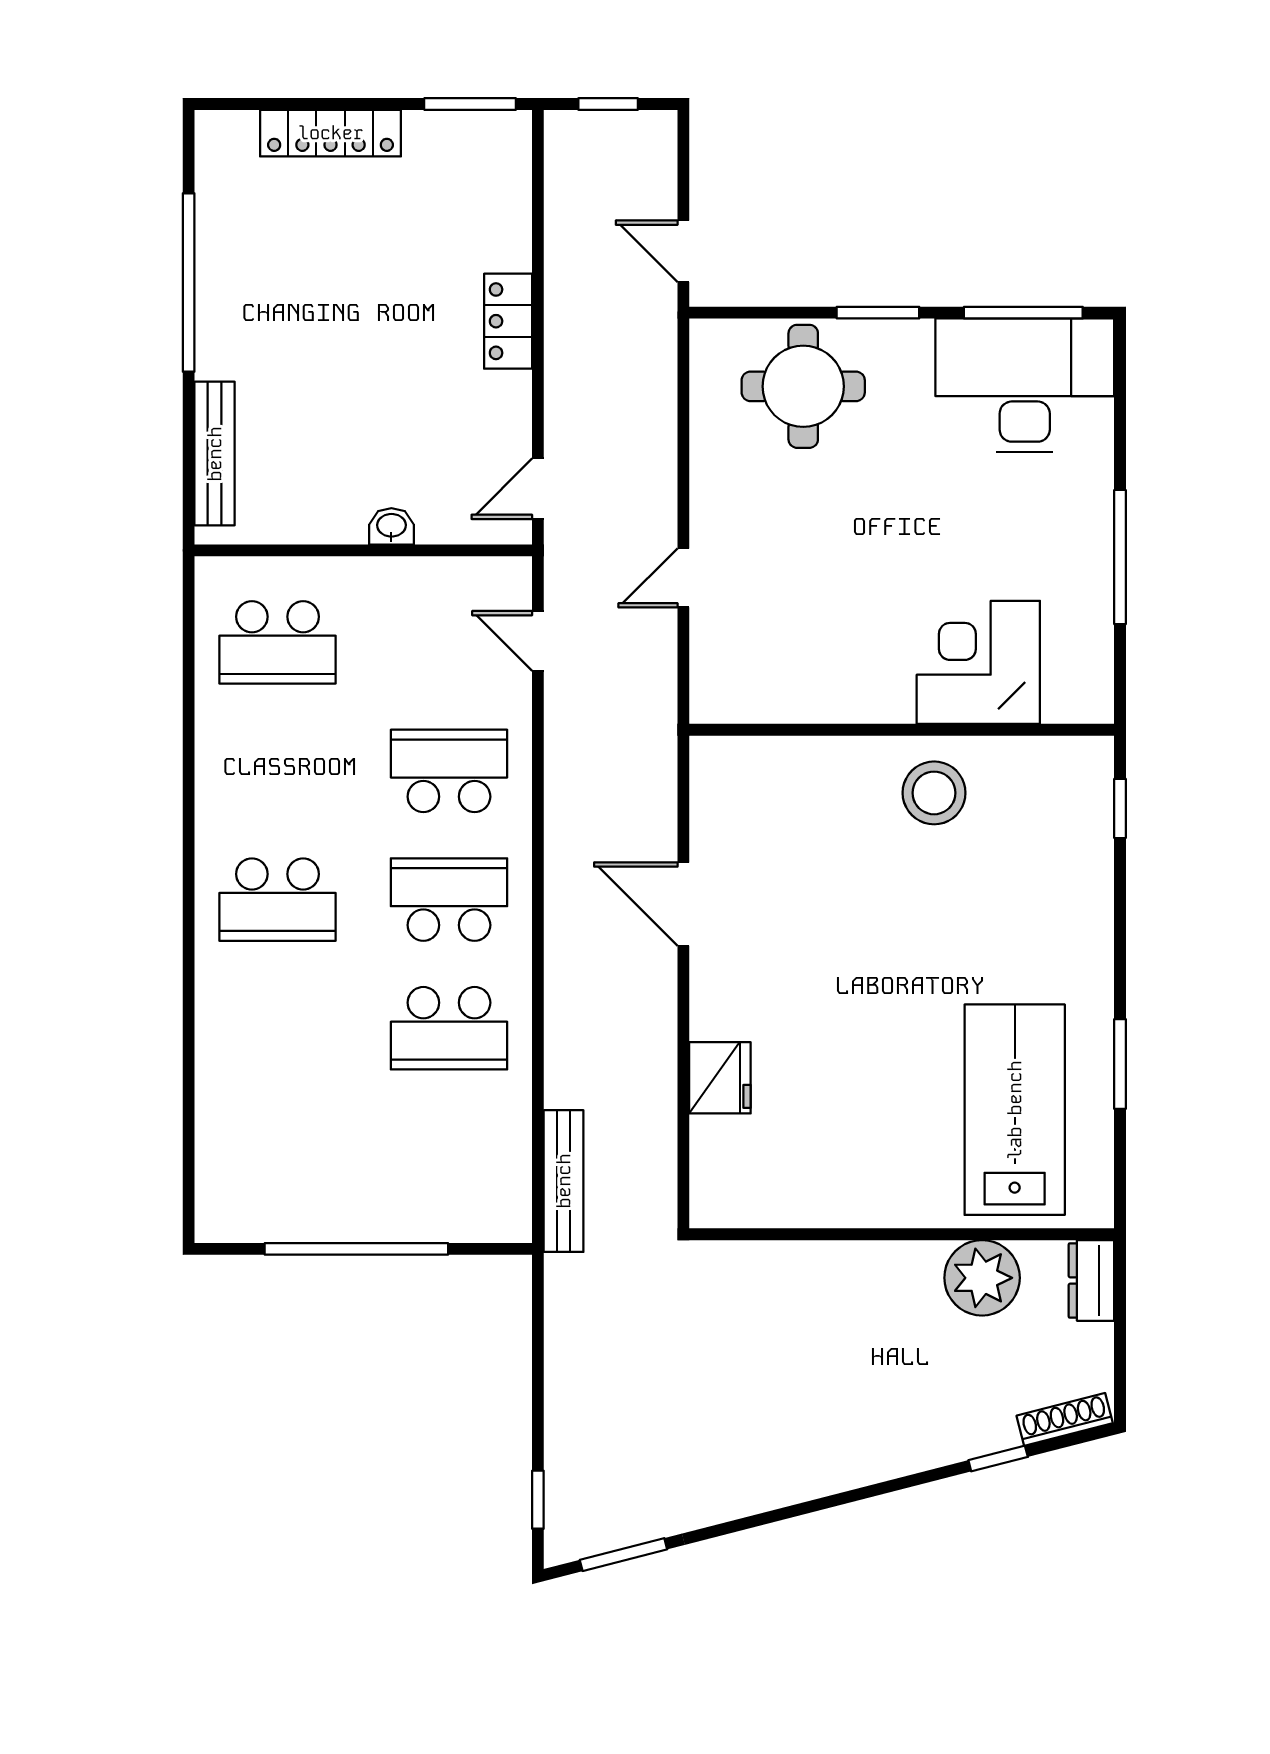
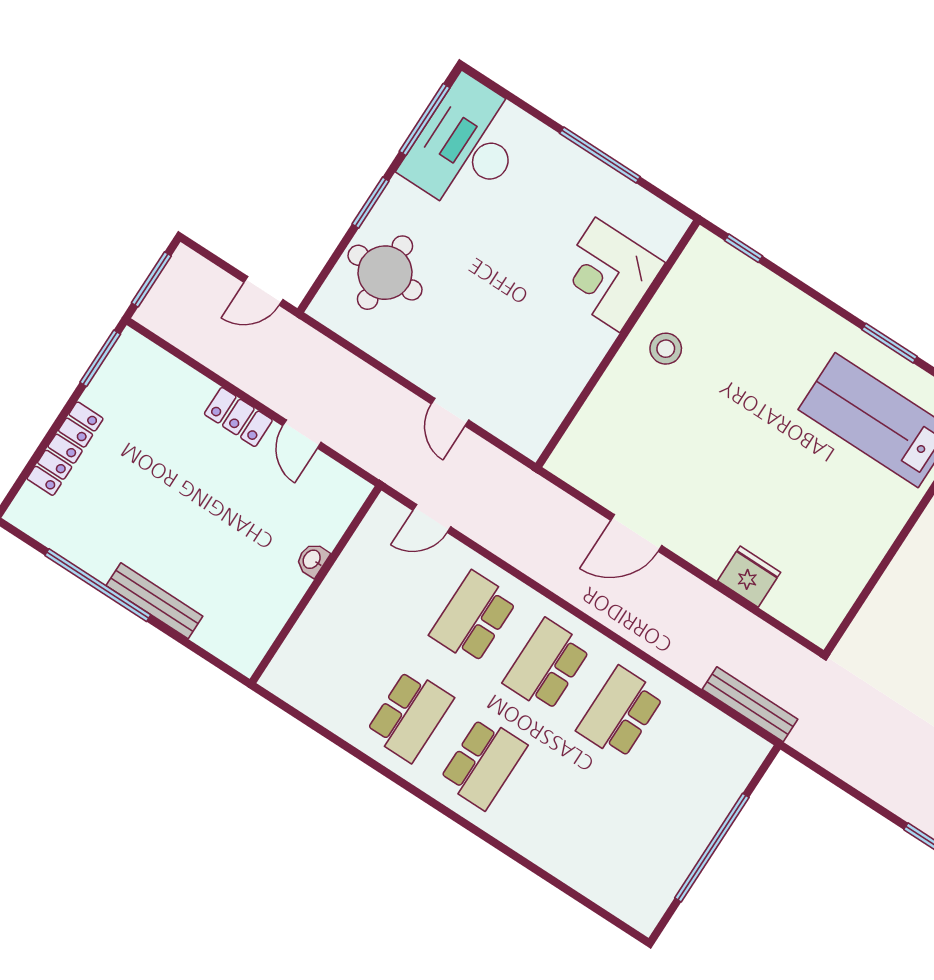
window: (608, 104) -> (151, 279), width x1.50
bench: (215, 454) -> (154, 601), moved
door: (538, 489) -> (302, 434), moved
school desk: (278, 642) -> (410, 715), moved
stool: (934, 793) -> (666, 349), width x0.73, depth x0.73
school desk: (449, 1028) -> (620, 713), turned 180

